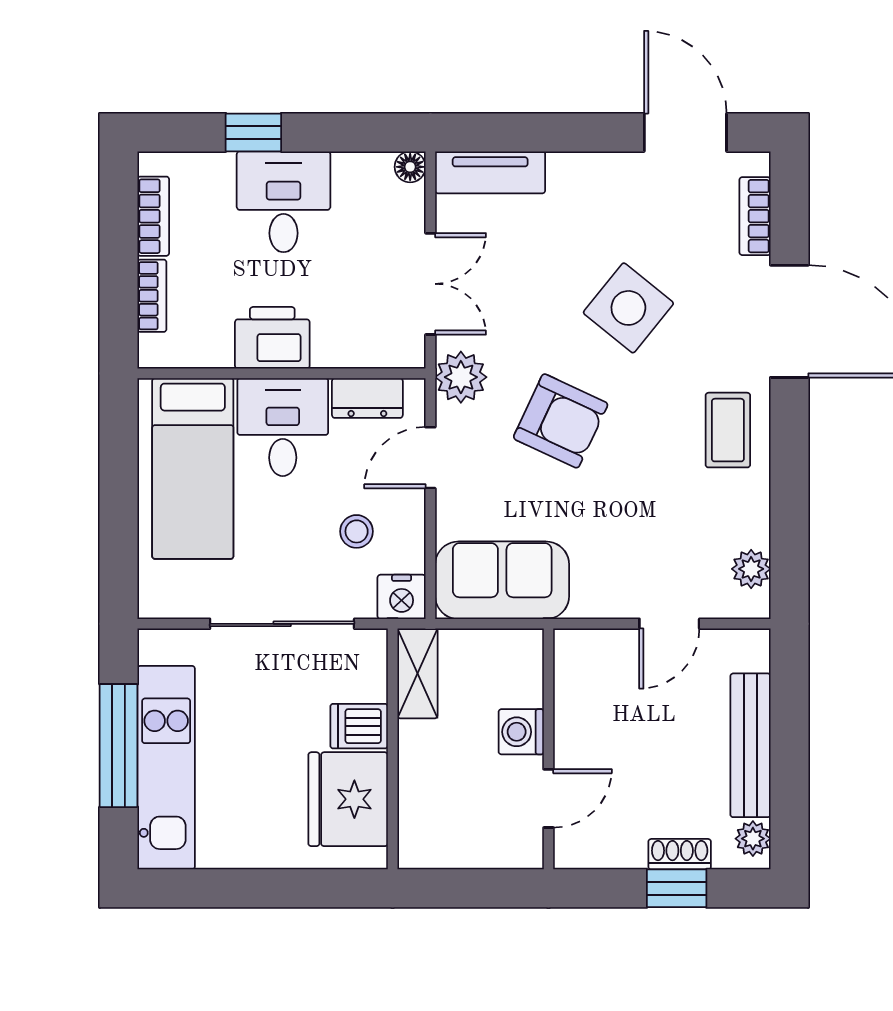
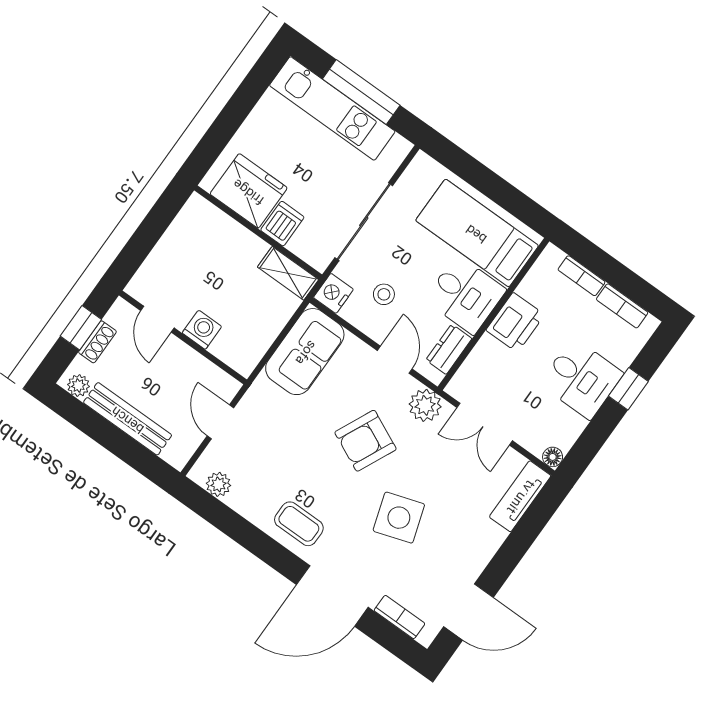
side table: (628, 308) -> (399, 518), turned 33
washing machine: (521, 732) -> (202, 330), moved
wall: (548, 749) -> (183, 337), moved
door: (548, 798) -> (157, 319), moved

